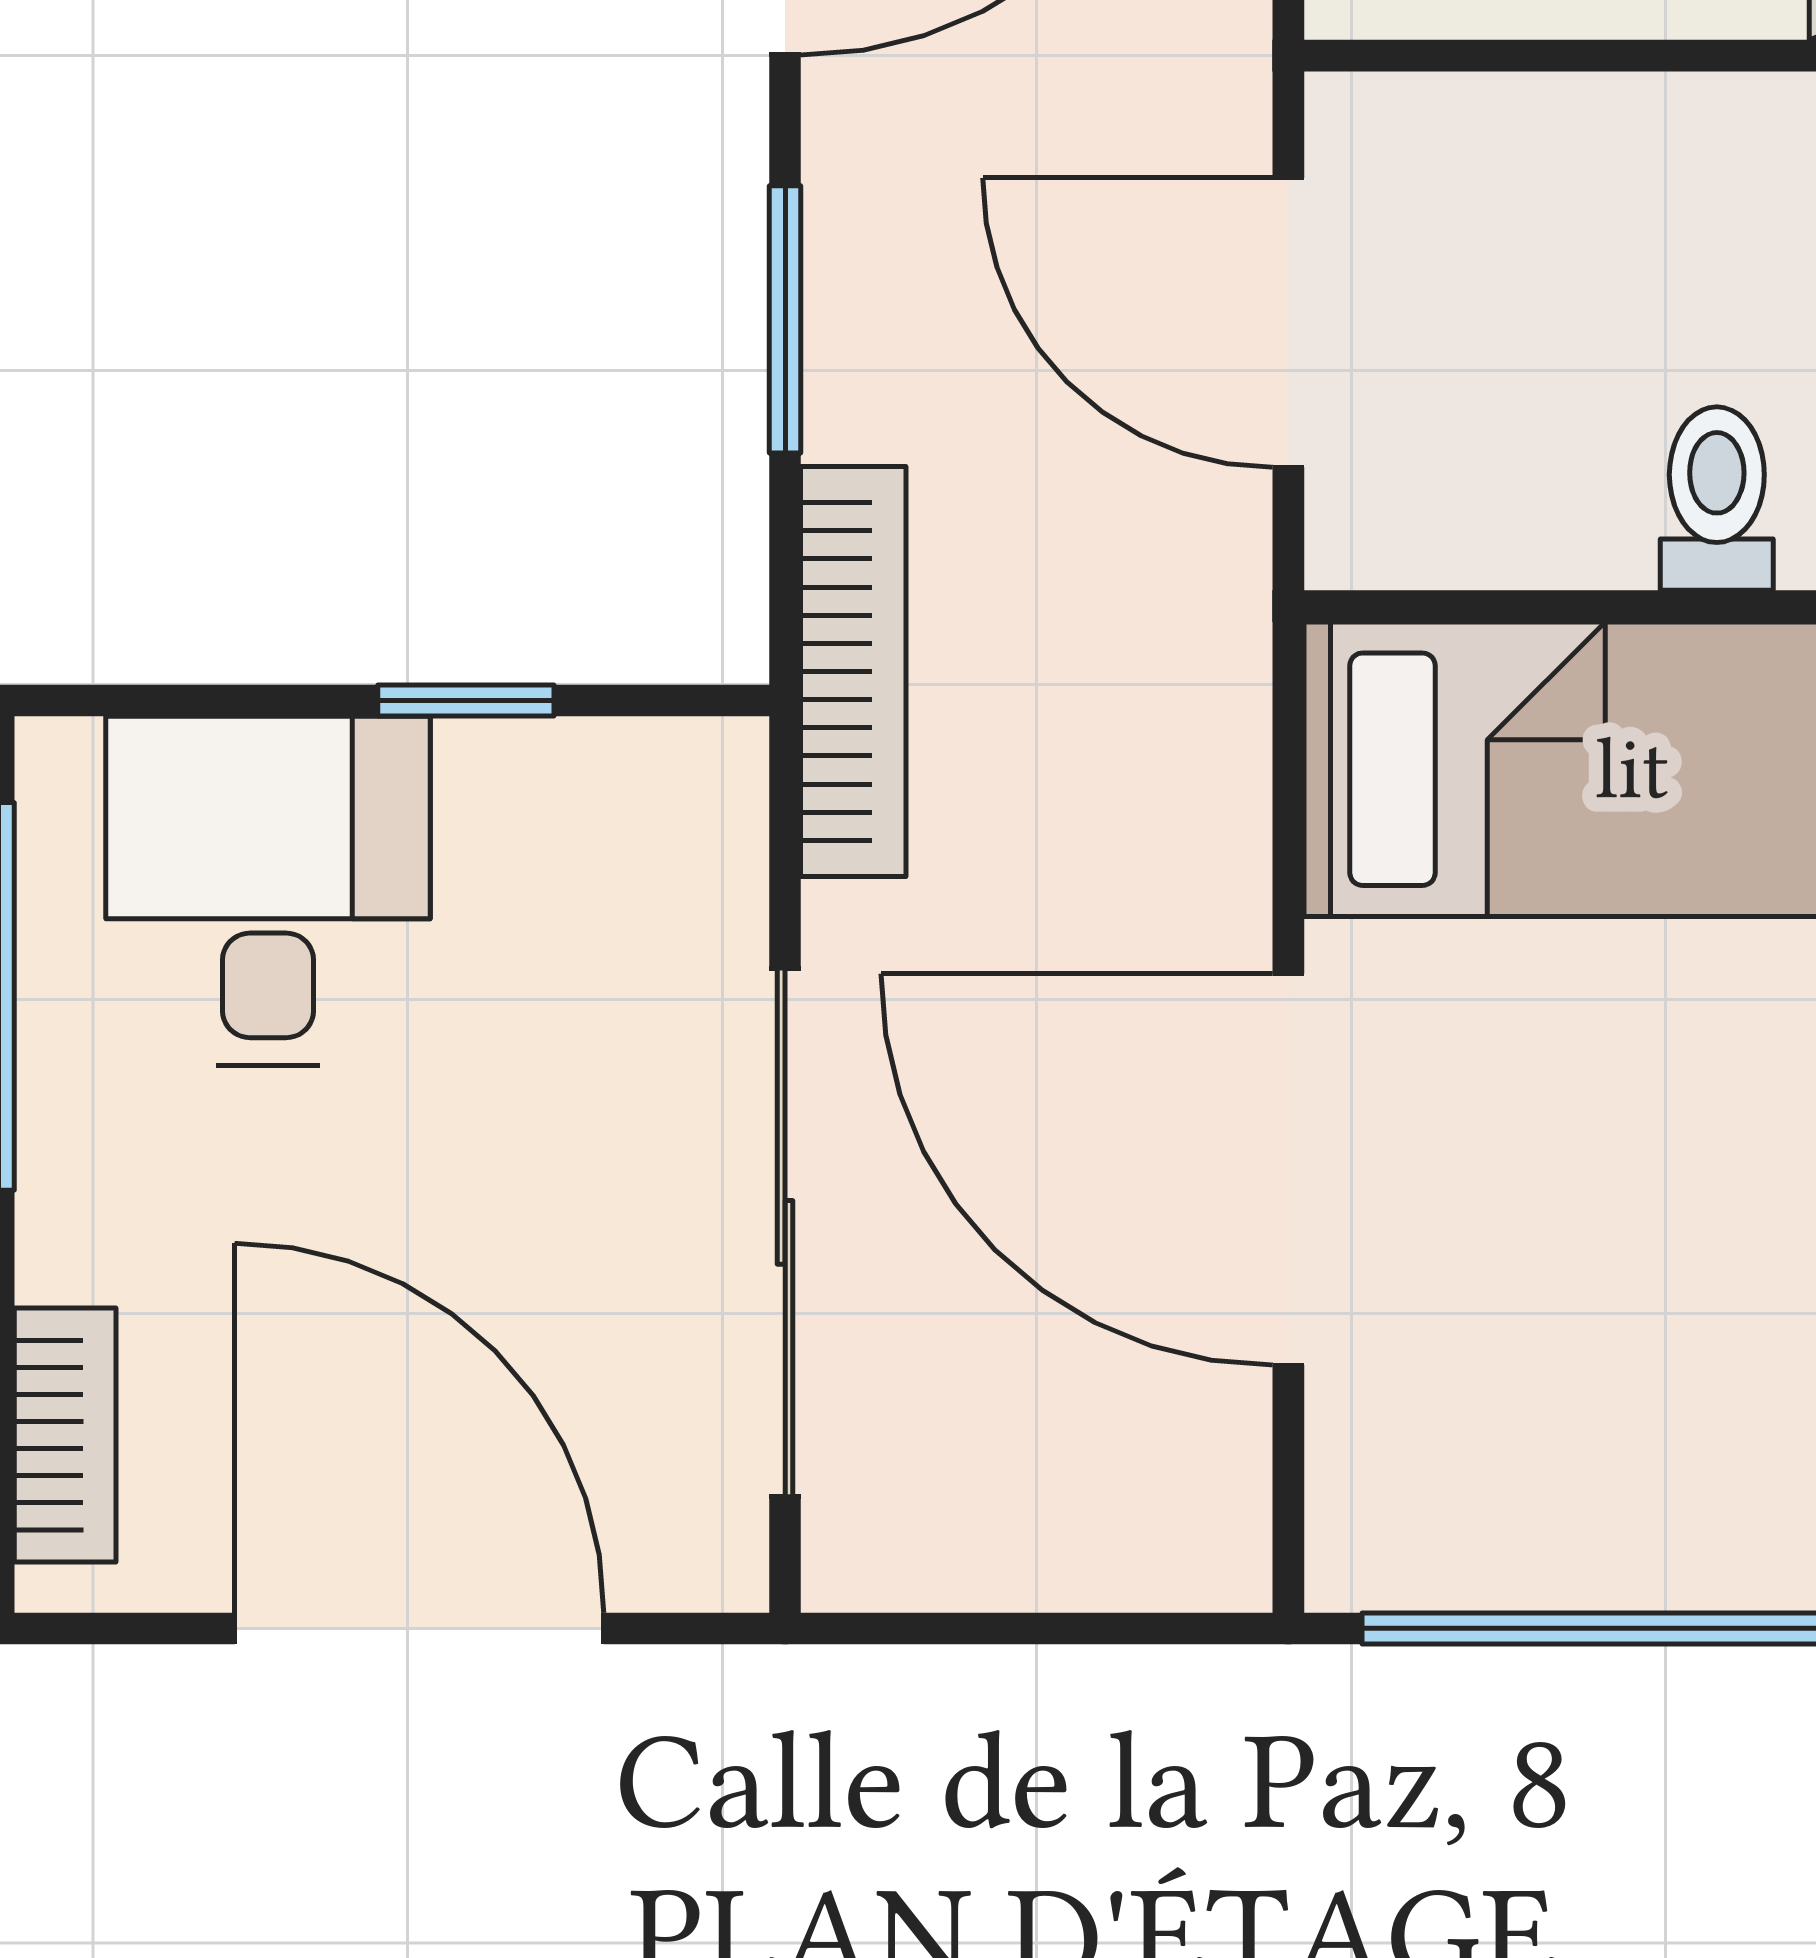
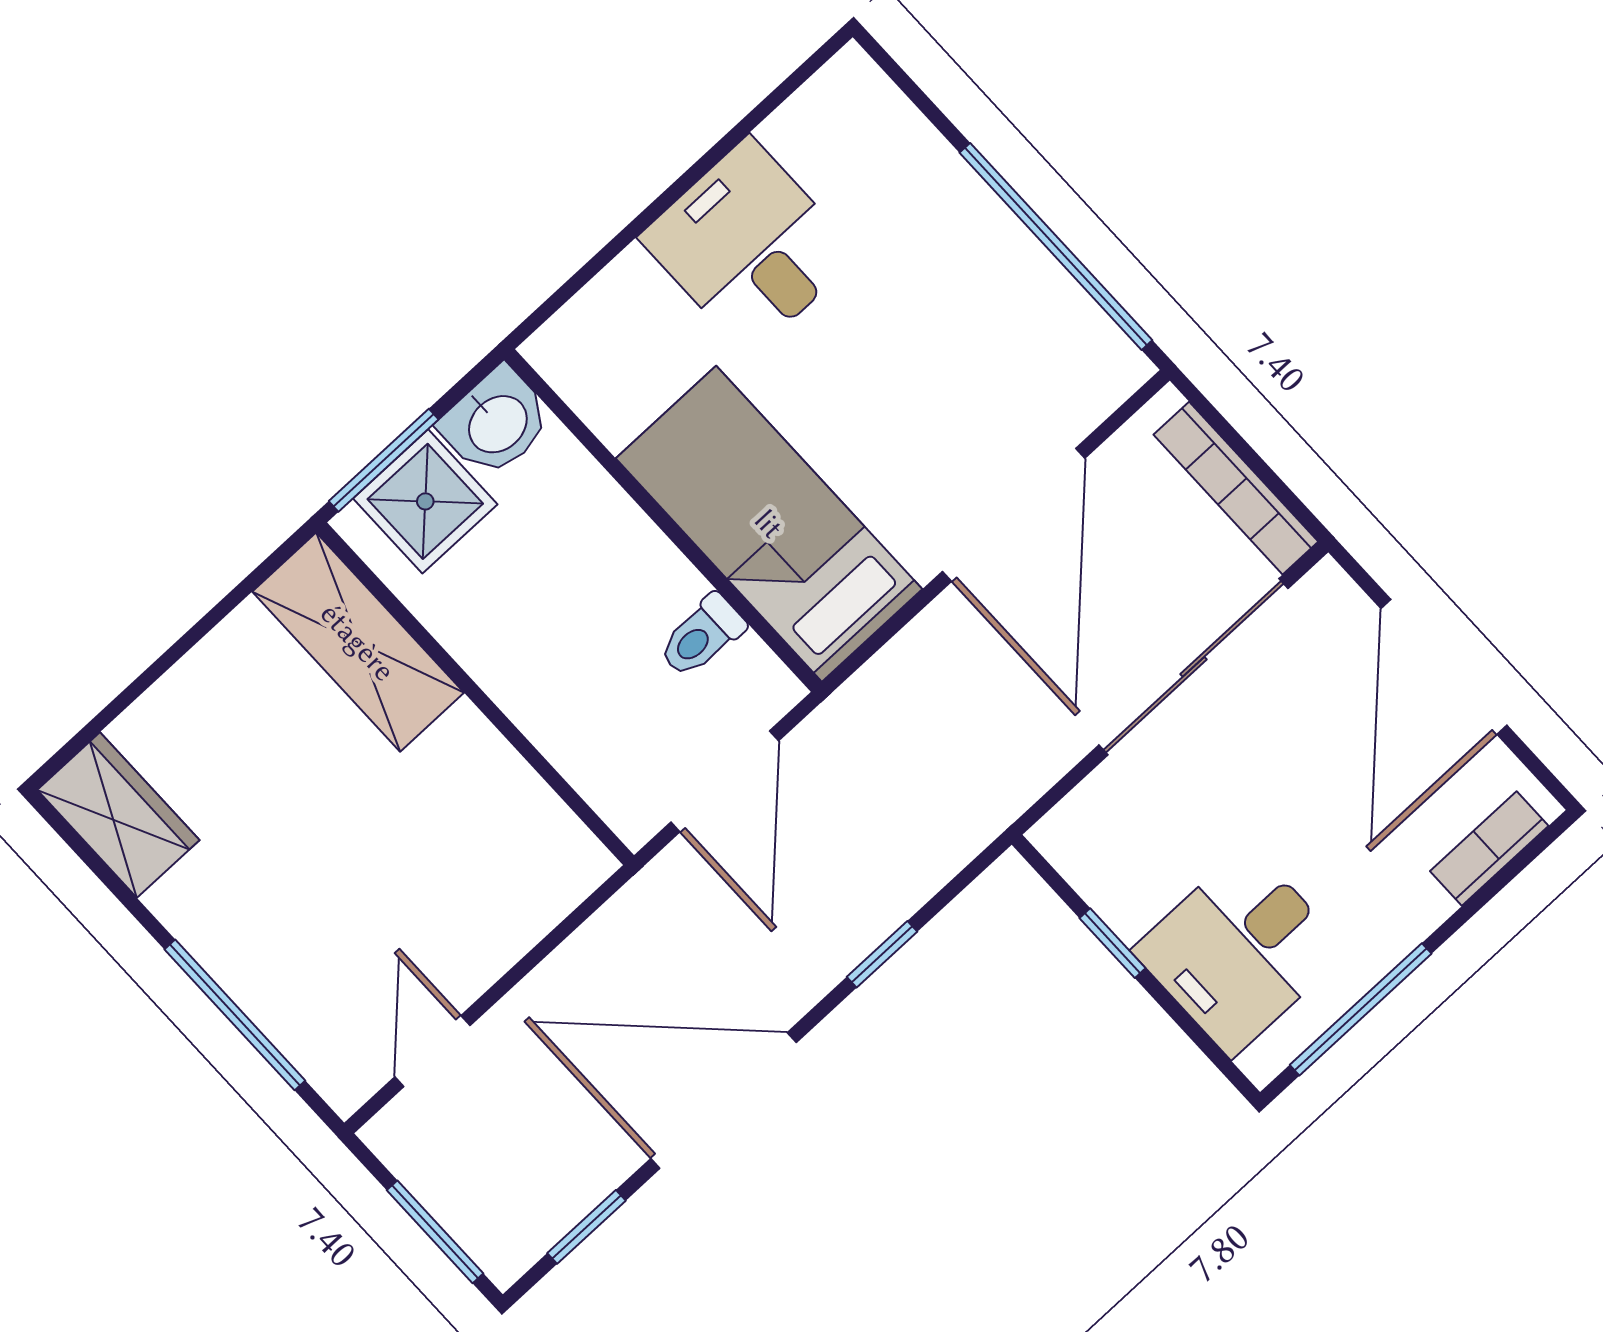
window: (785, 319) -> (882, 954), width x0.67
toilet: (1717, 499) -> (702, 636), moved
bookcase: (853, 672) -> (1236, 488), moved, turned -90

